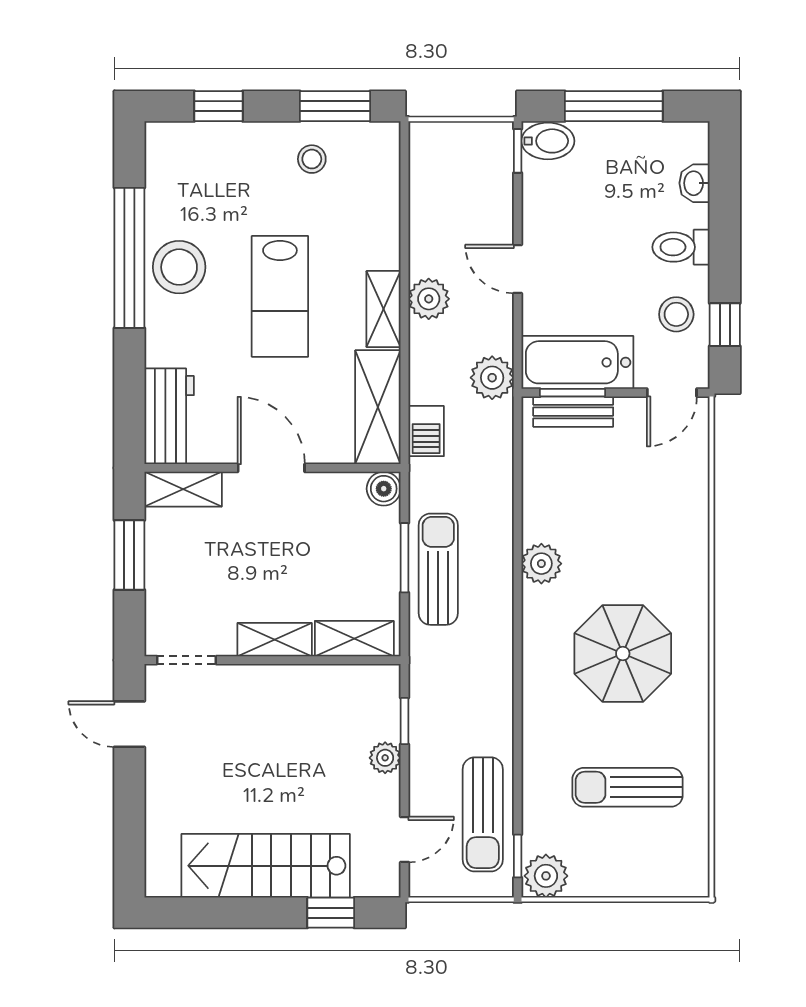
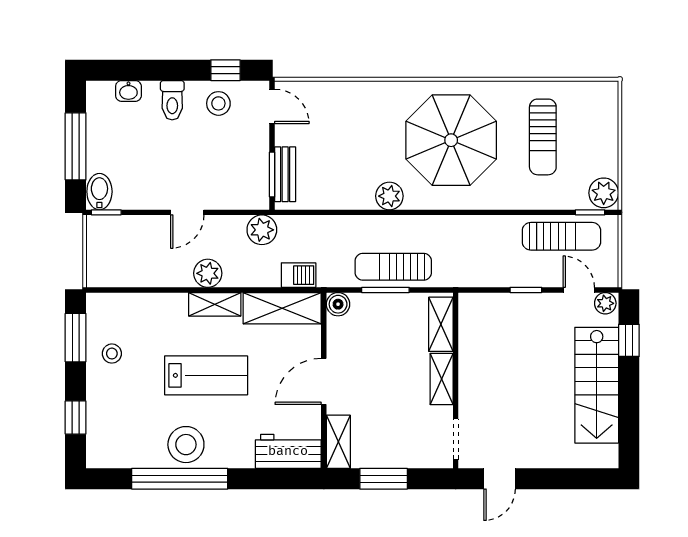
bathtub: (577, 362) -> (251, 171), removed
parasol: (623, 654) -> (451, 140), width x1.36, depth x1.36
window: (404, 721) -> (526, 290), moved
plant: (385, 758) -> (605, 303), moved

